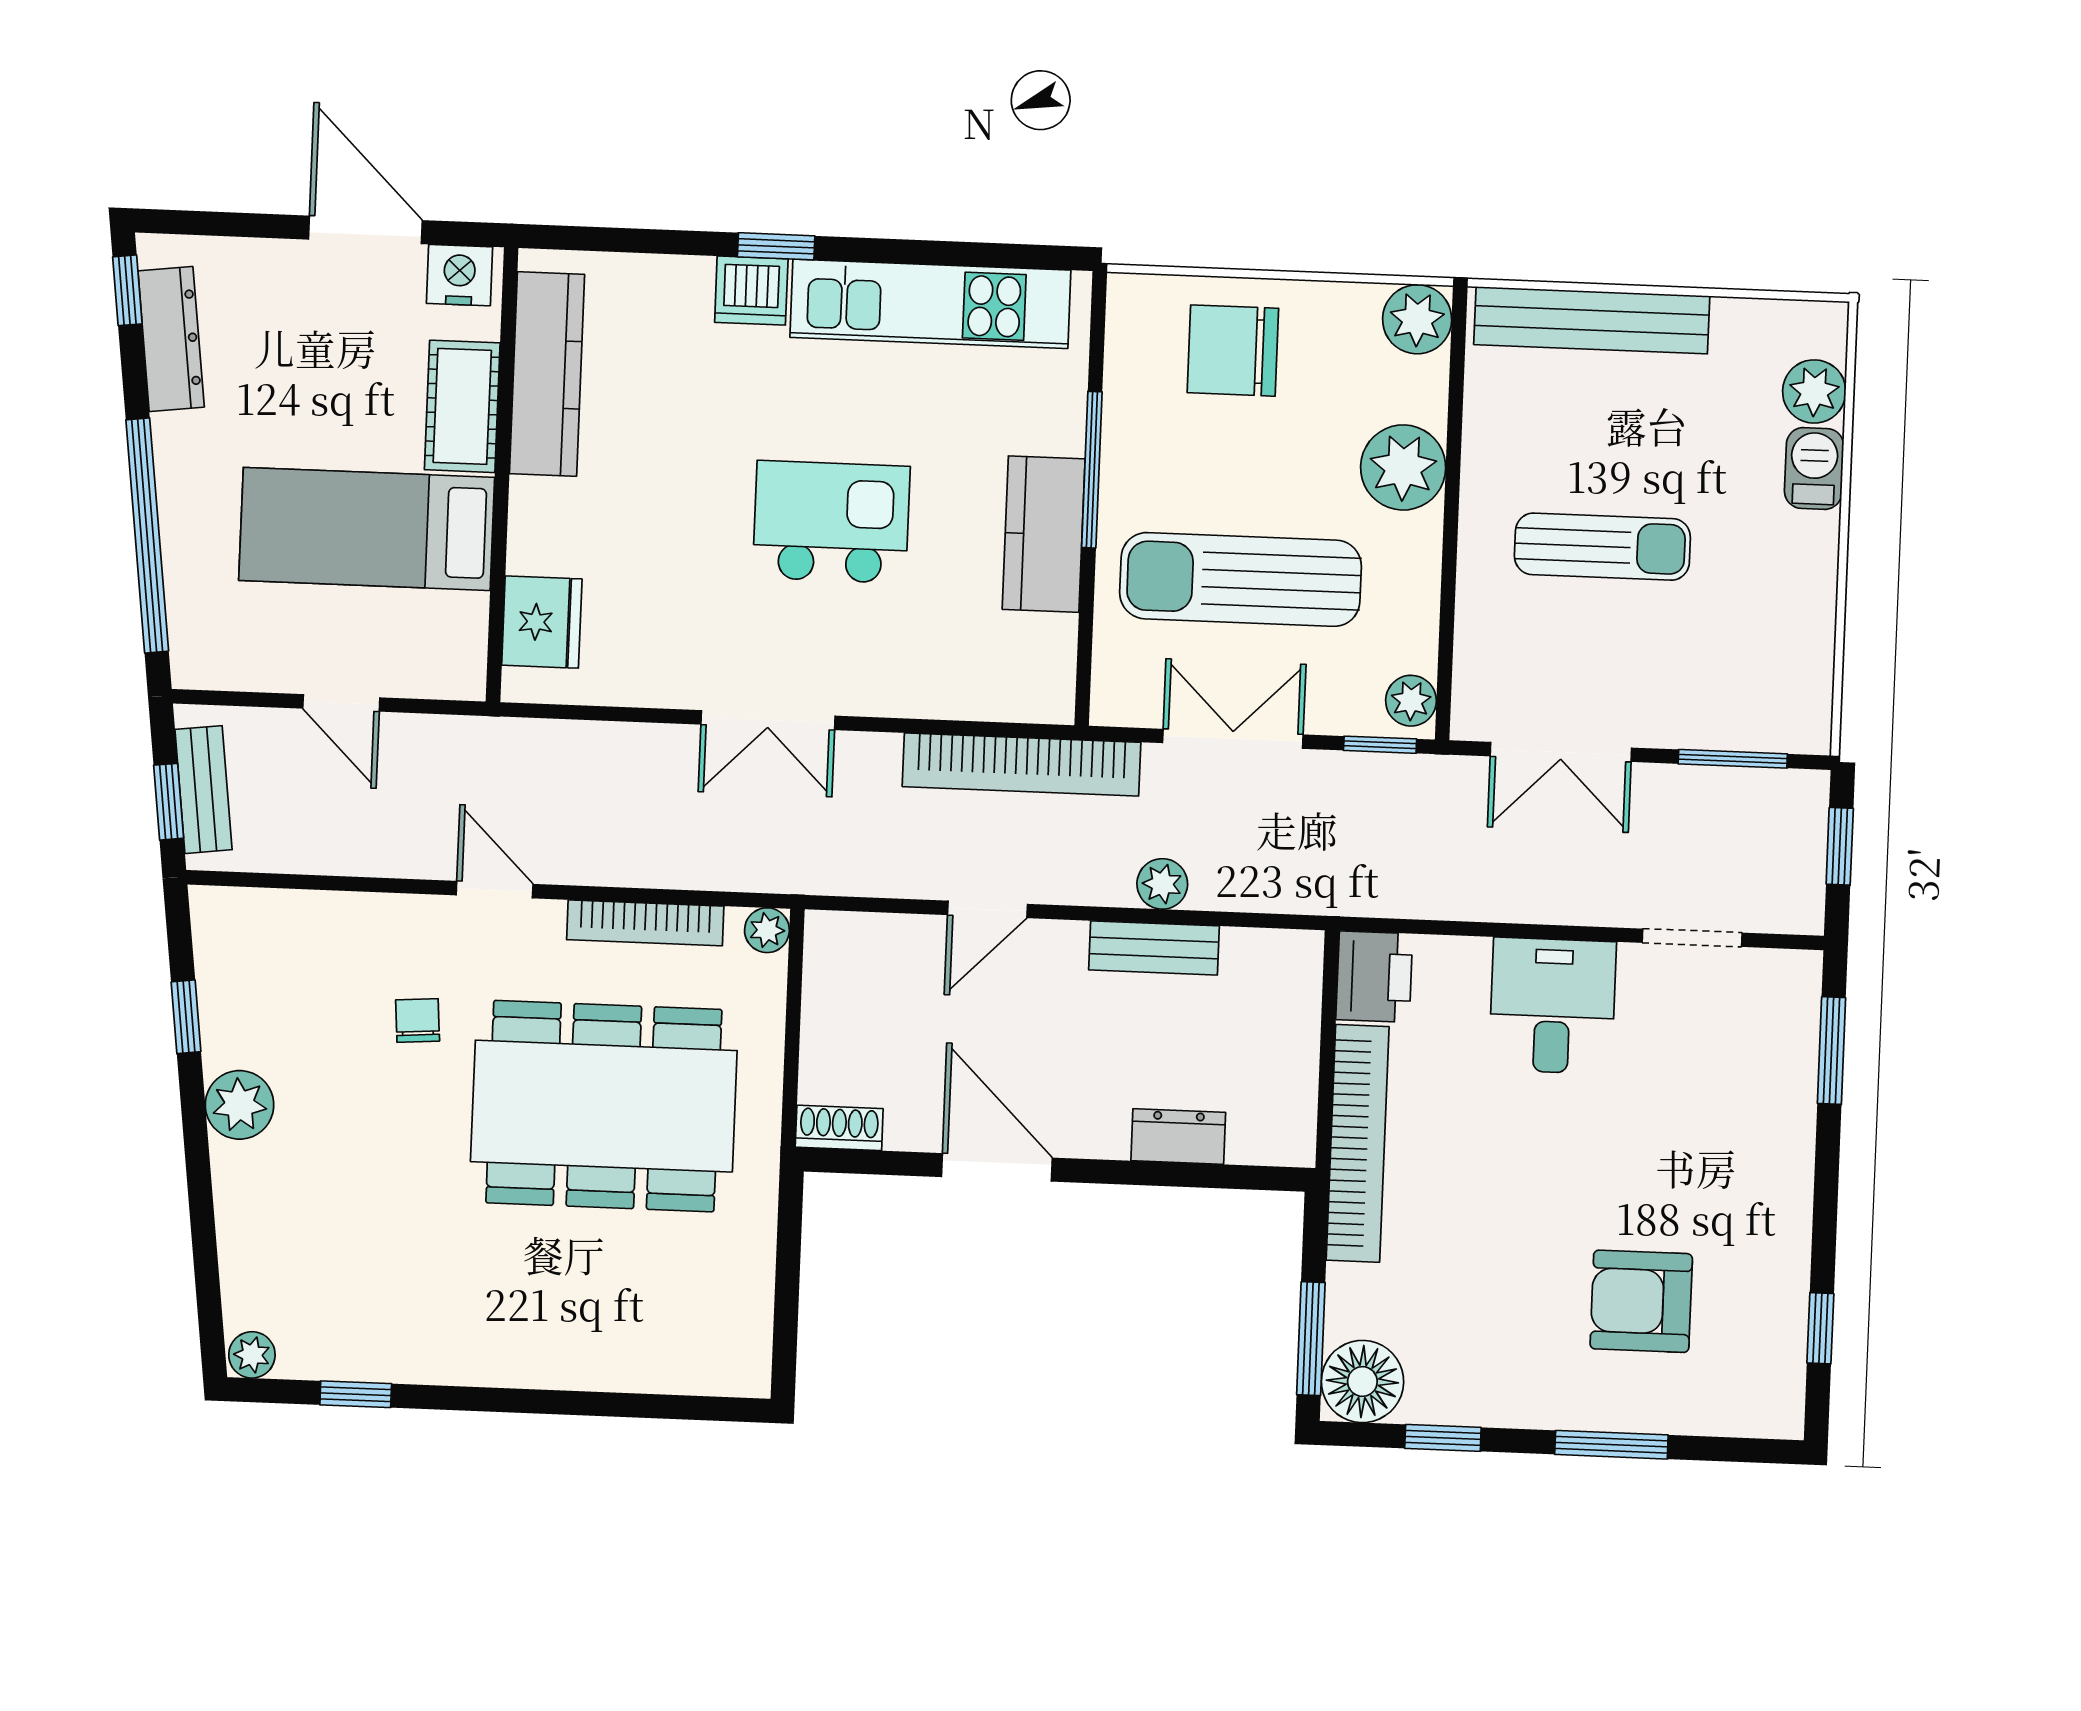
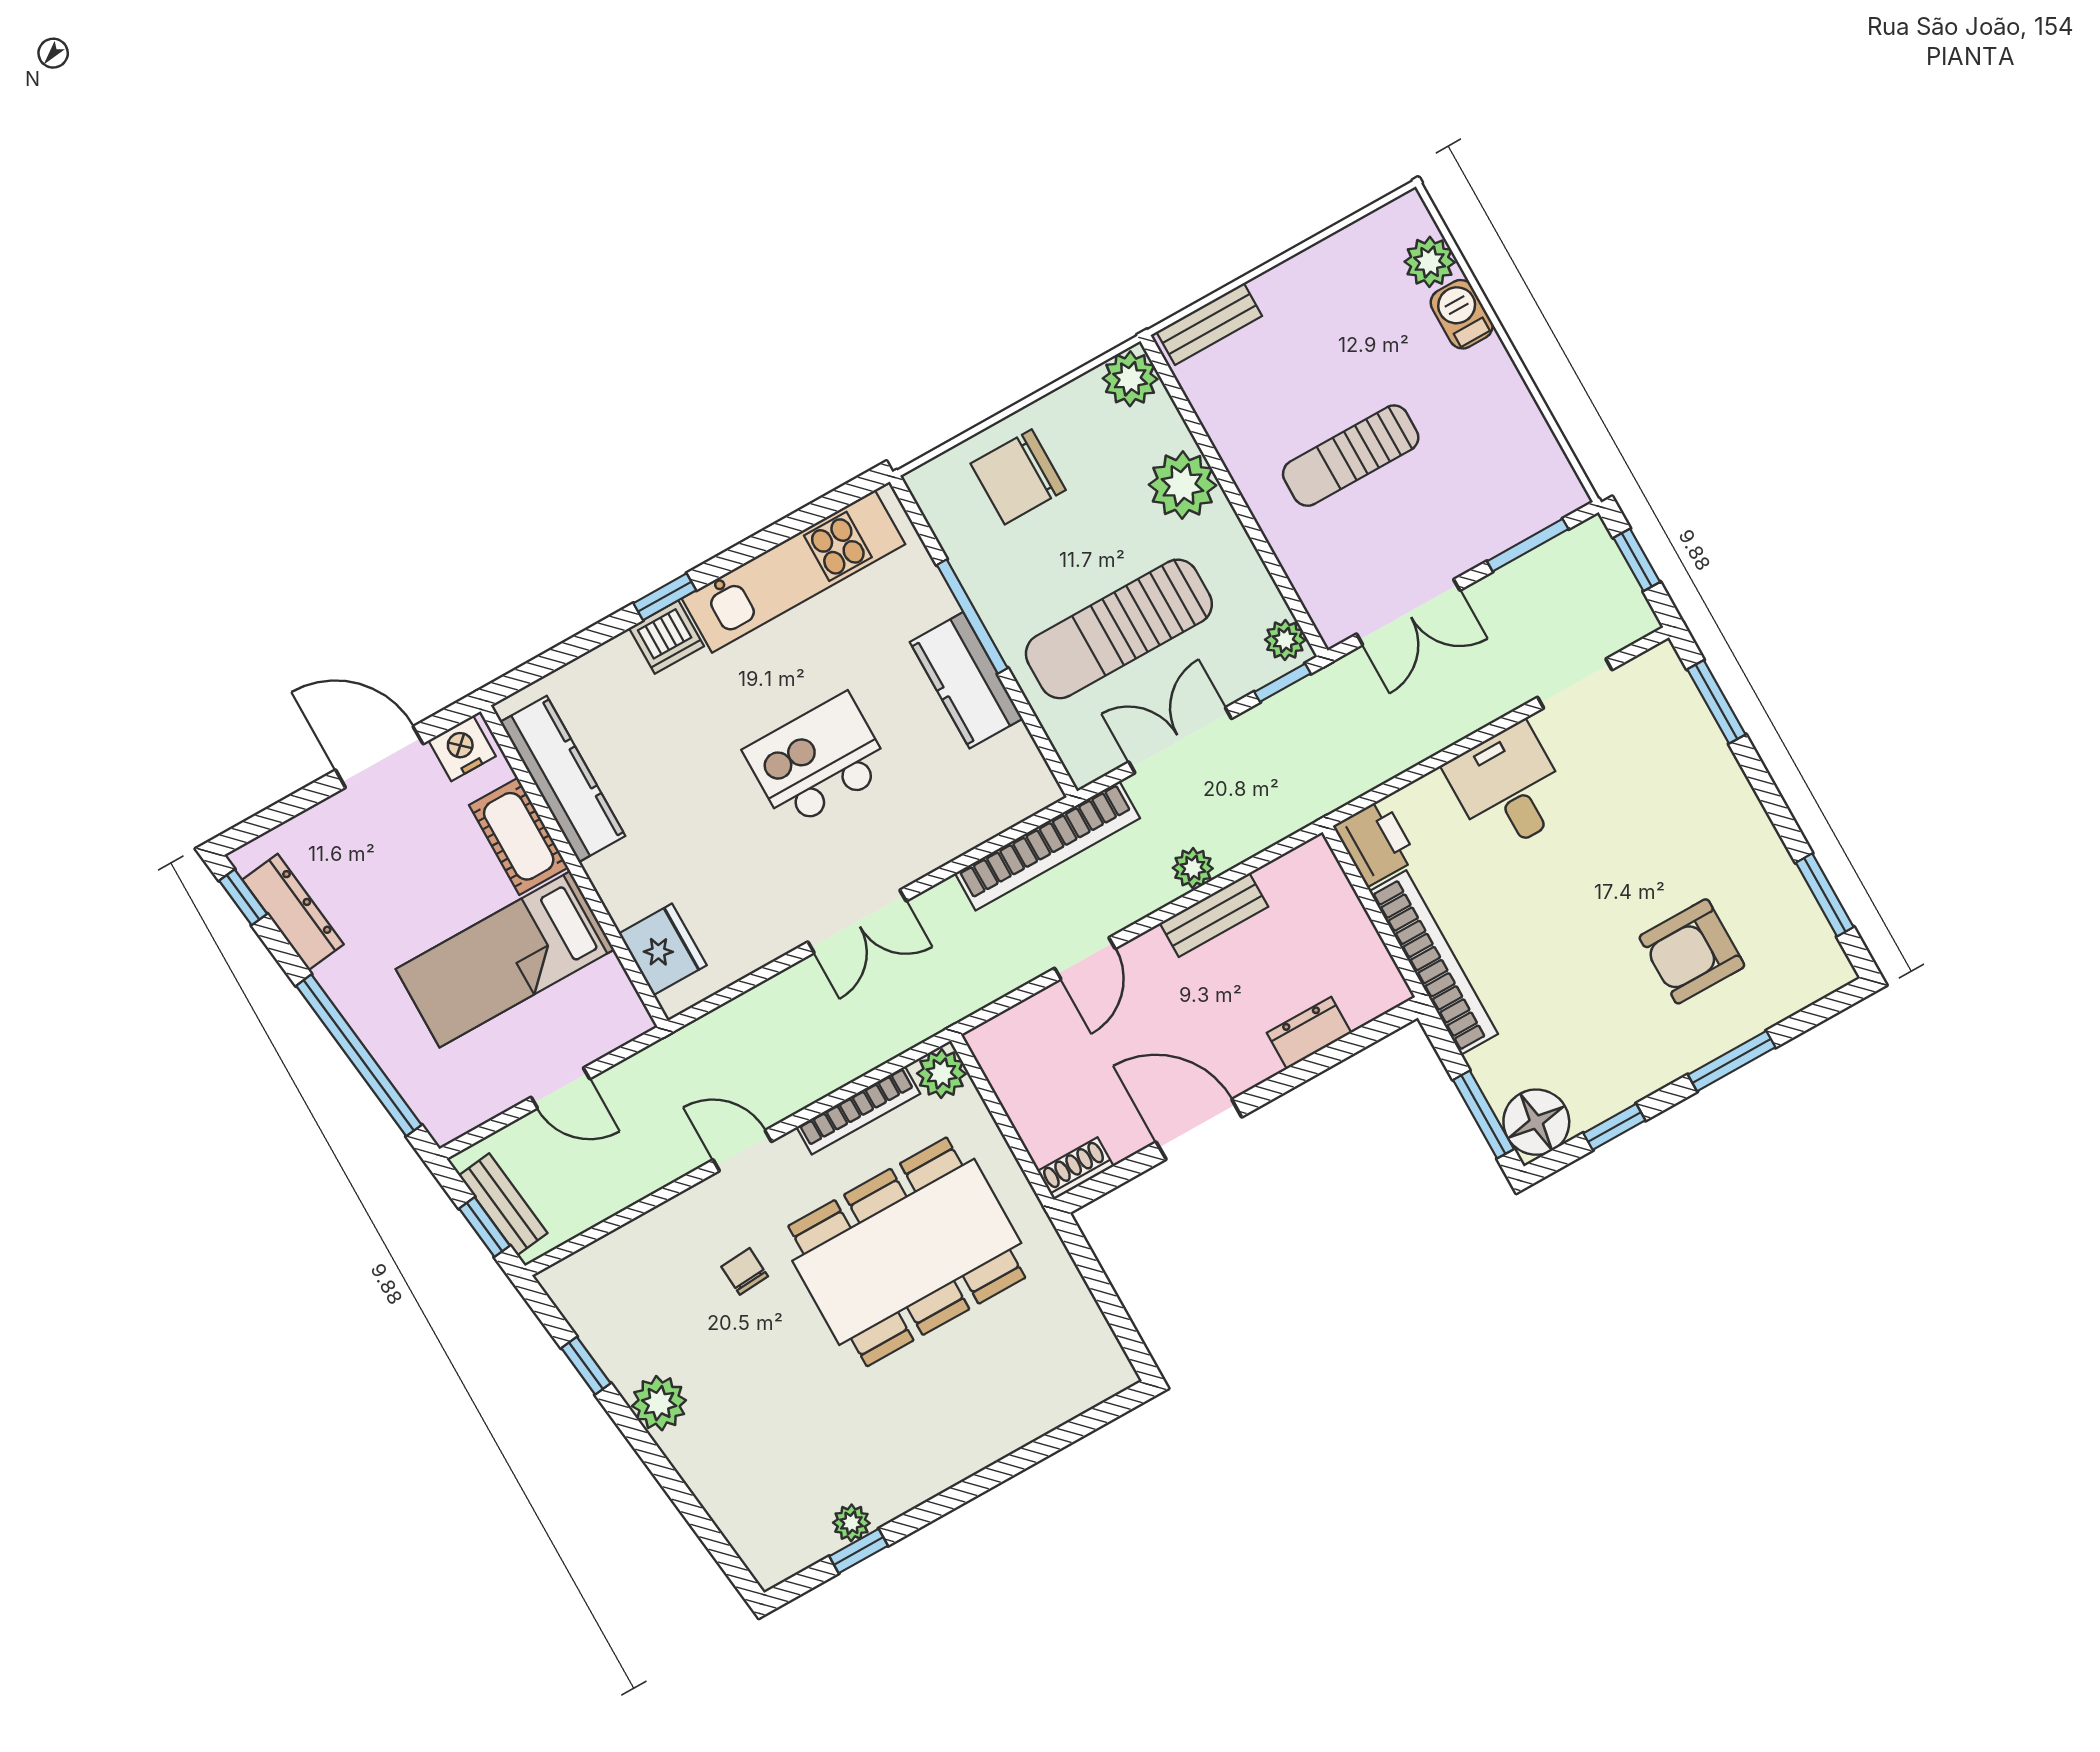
bench: (1592, 320) -> (1209, 324), width x0.54, depth x0.82
sun lounger: (1602, 547) -> (1351, 456), turned 180
plant: (767, 930) -> (941, 1074), width x1.38, depth x1.38
window: (1820, 1328) -> (1825, 895), width x1.50
plant: (252, 1355) -> (851, 1523), moved

